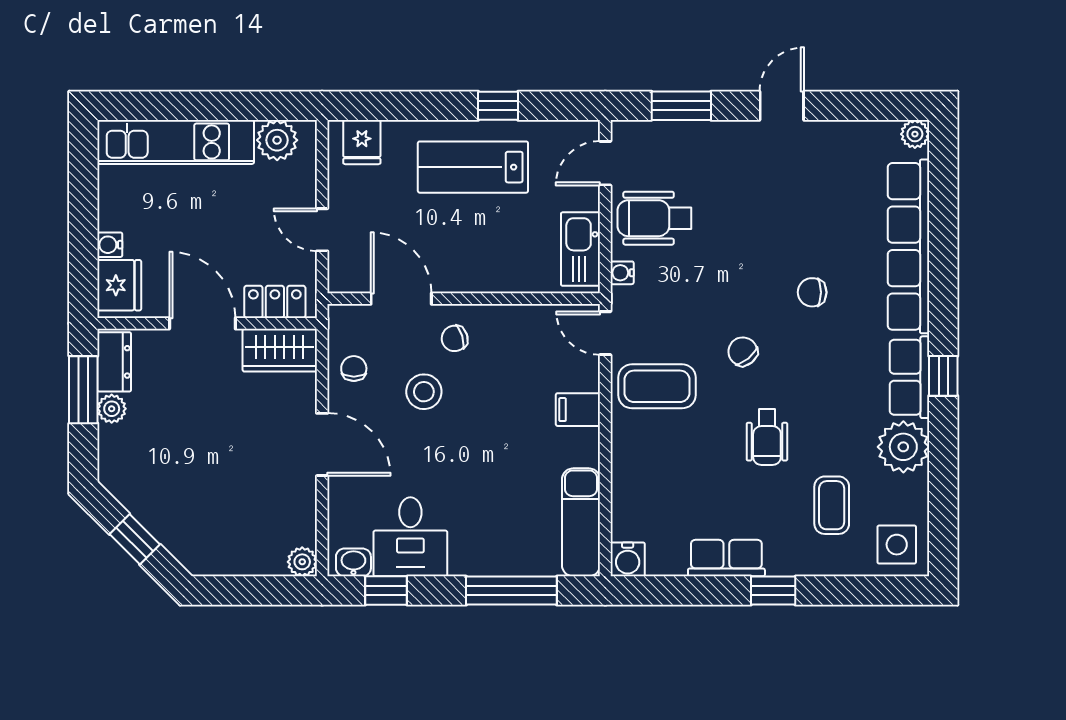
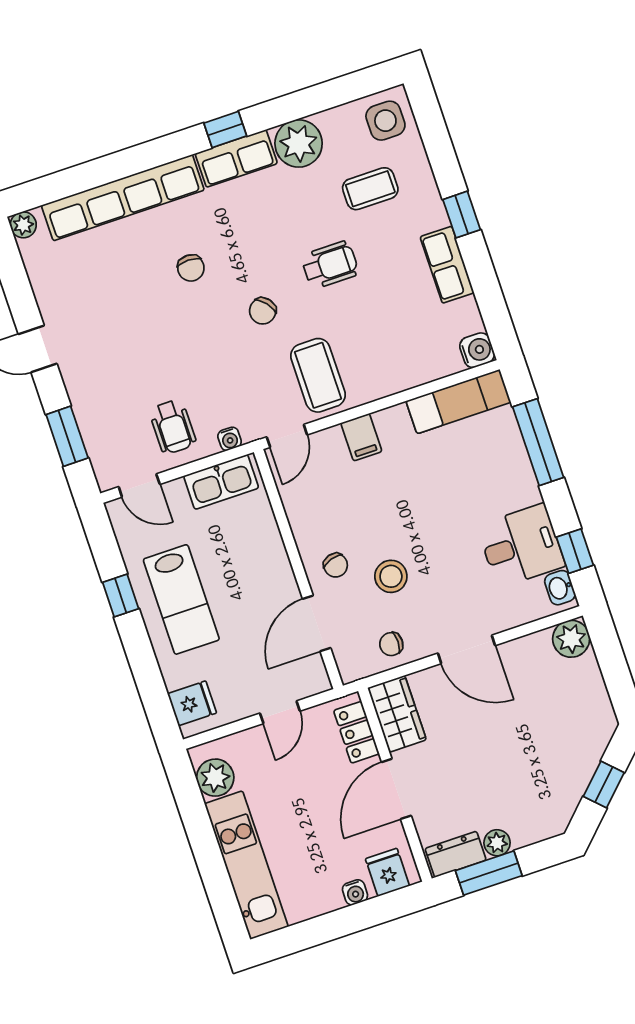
wheelchair: (654, 218) -> (173, 427), width x0.73, depth x0.73
fridge: (119, 285) -> (387, 872), width x0.72
door: (322, 444) -> (466, 649), swing flipped
plant: (302, 562) -> (571, 639), width x1.38, depth x1.38

